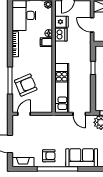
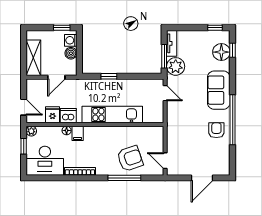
armchair: (26, 85) -> (130, 158), turned 94
kitchen unit: (62, 88) -> (112, 114), moved
door: (79, 114) -> (165, 93), hinge flipped
fireplace: (23, 162) -> (224, 162), removed

